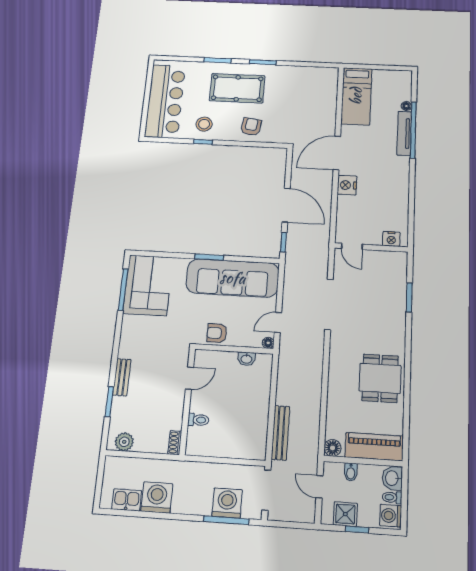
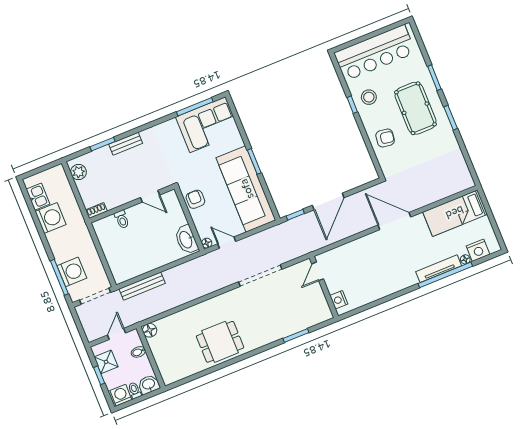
nightstand: (347, 185) -> (478, 250), moved, turned 180
washbasin: (246, 359) -> (186, 239), width x1.91, depth x1.45
piano: (374, 447) -> (166, 361), removed

